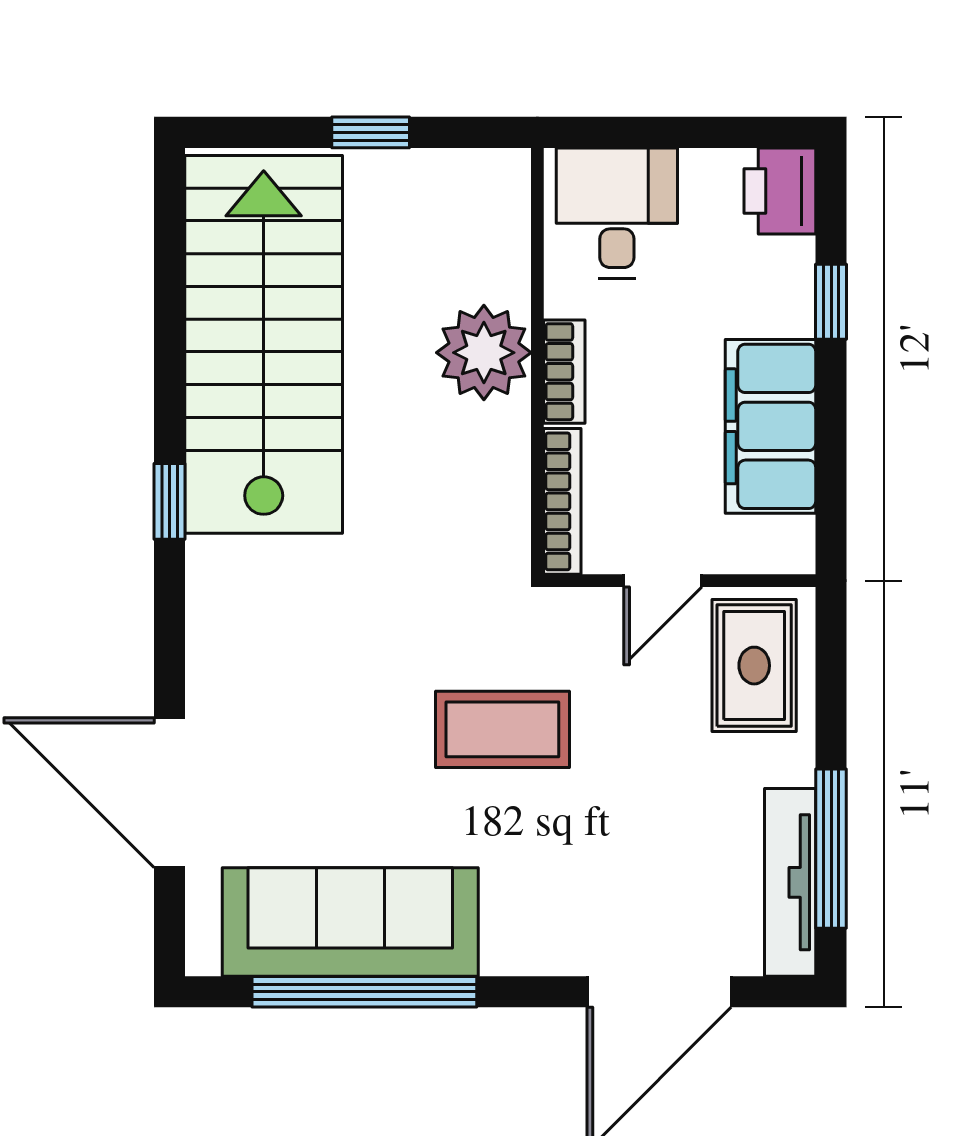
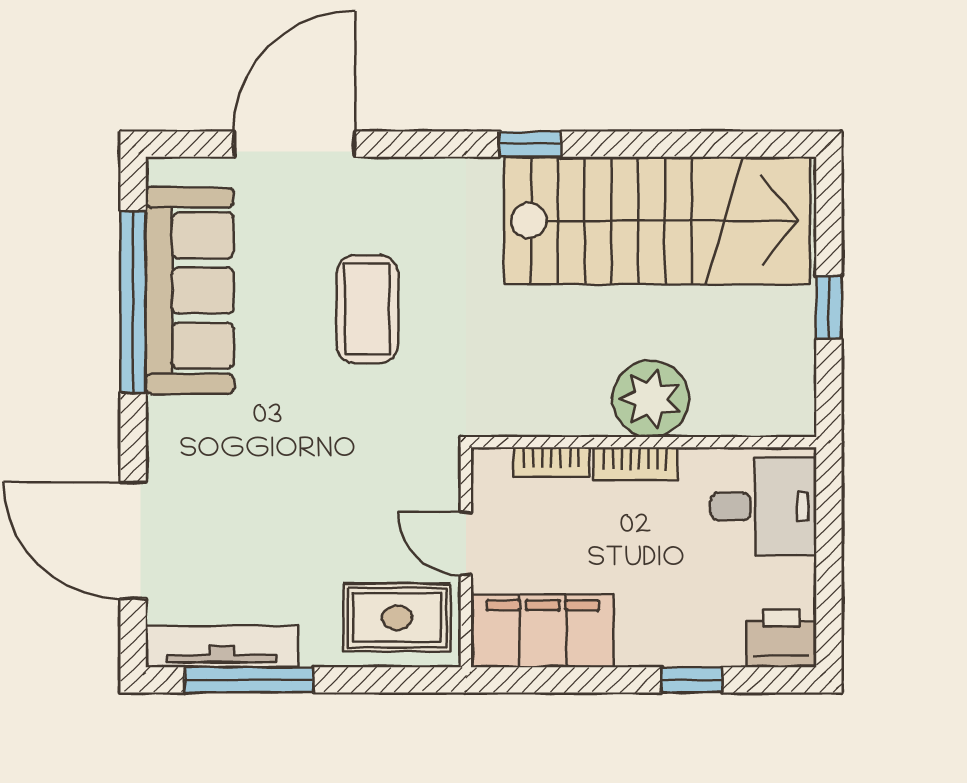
filing cabinet: (770, 426) -> (543, 631), moved
bookcase: (562, 501) -> (551, 462), width x0.64
coffee table: (502, 729) -> (367, 309), moved

